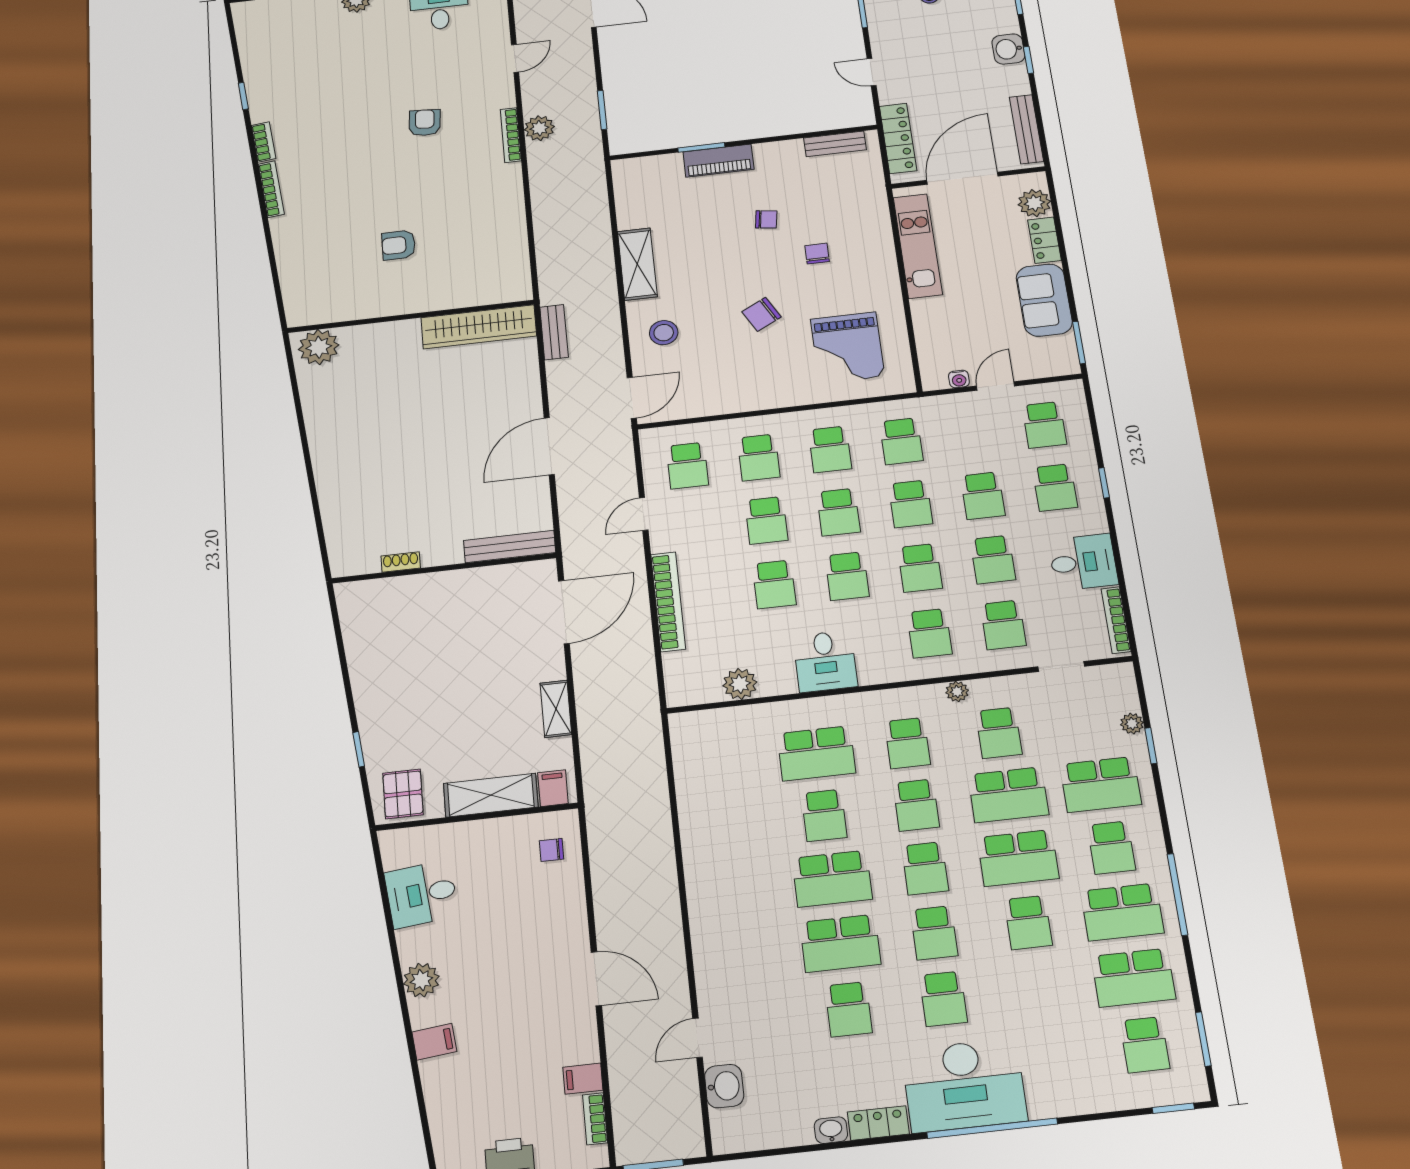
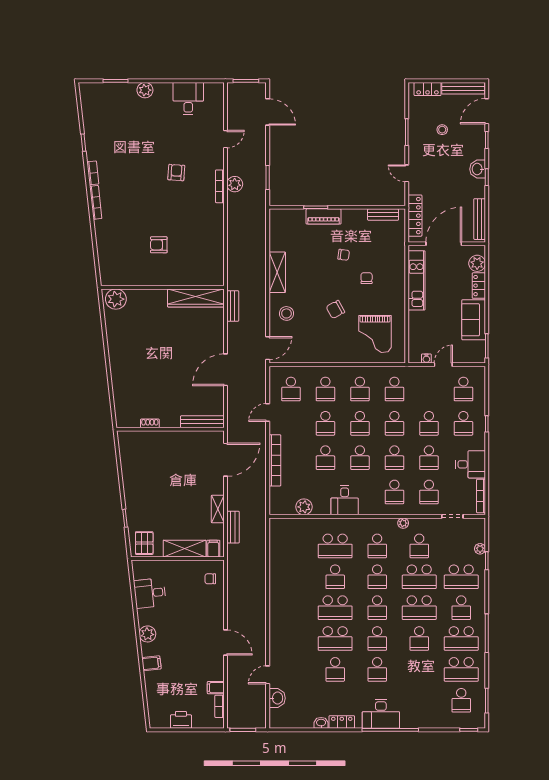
bench: (592, 741) -> (233, 527), added
desk: (964, 1085) -> (381, 714), width x0.73, depth x0.77

